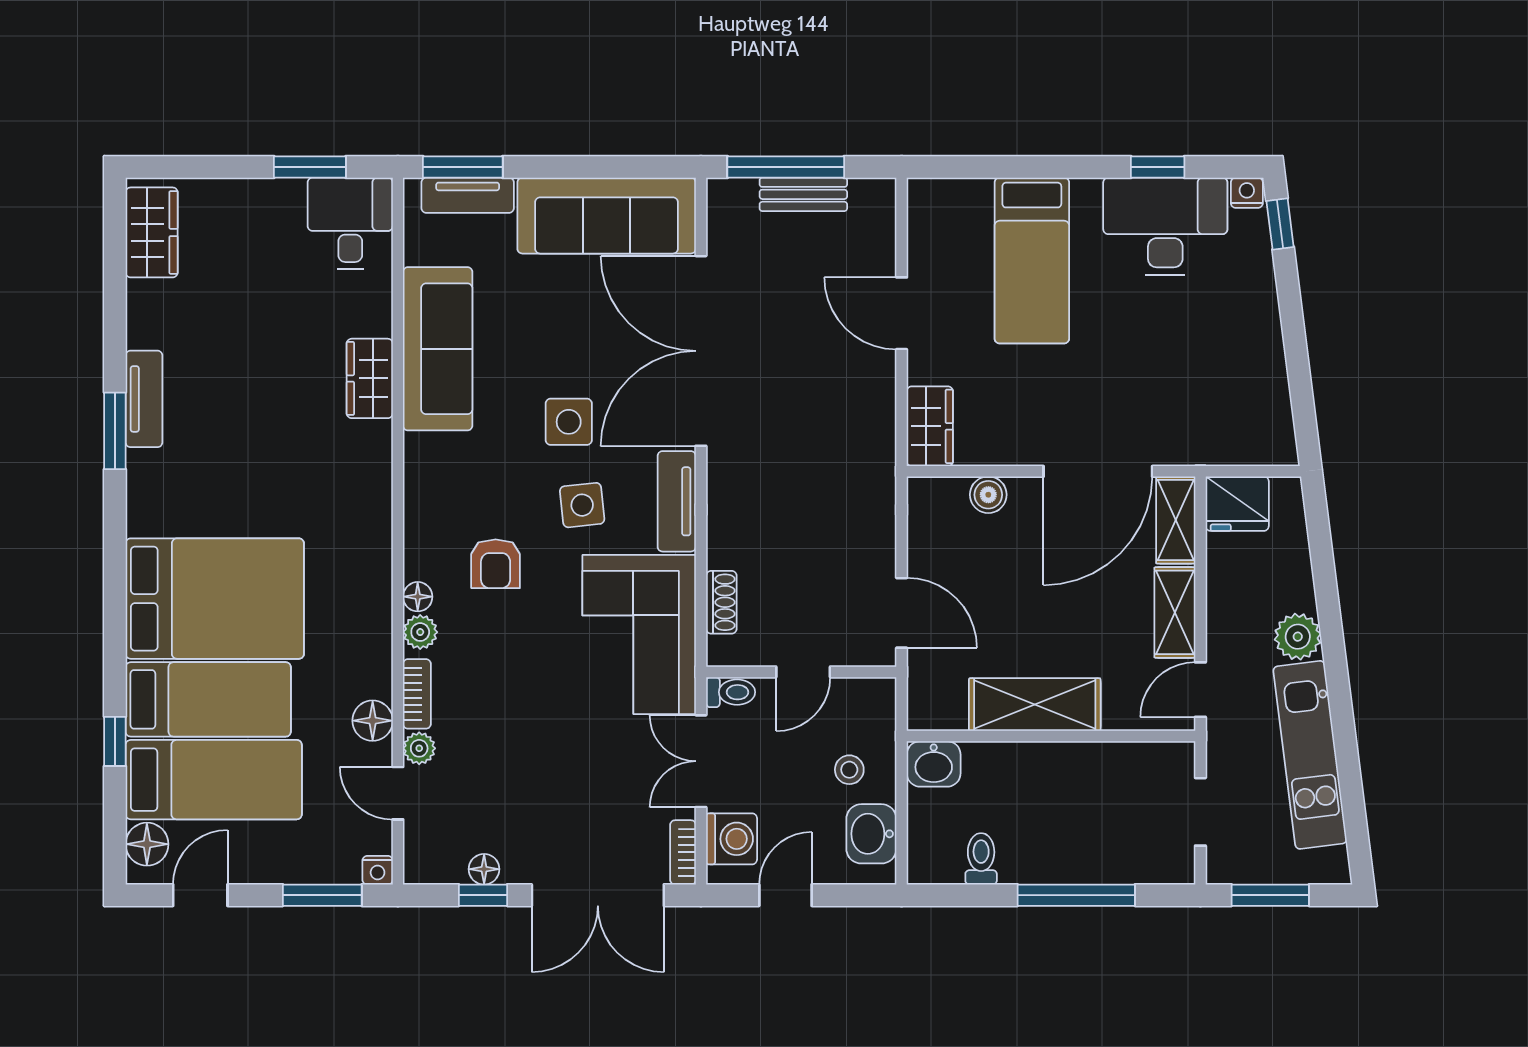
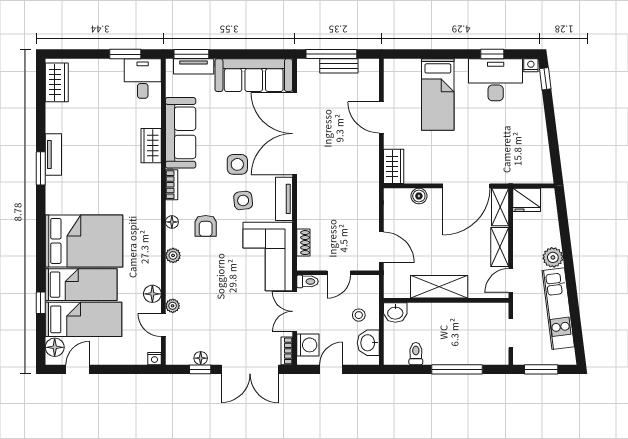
floor lamp: (418, 597) -> (172, 222), moved
bookcase: (417, 694) -> (172, 185), moved
window: (322, 895) -> (131, 369), removed

